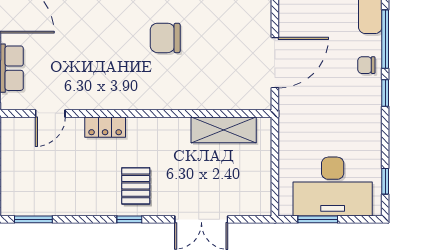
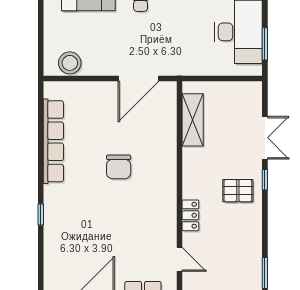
door: (275, 63) -> (138, 78), swing flipped
window: (129, 219) -> (265, 180), moved

